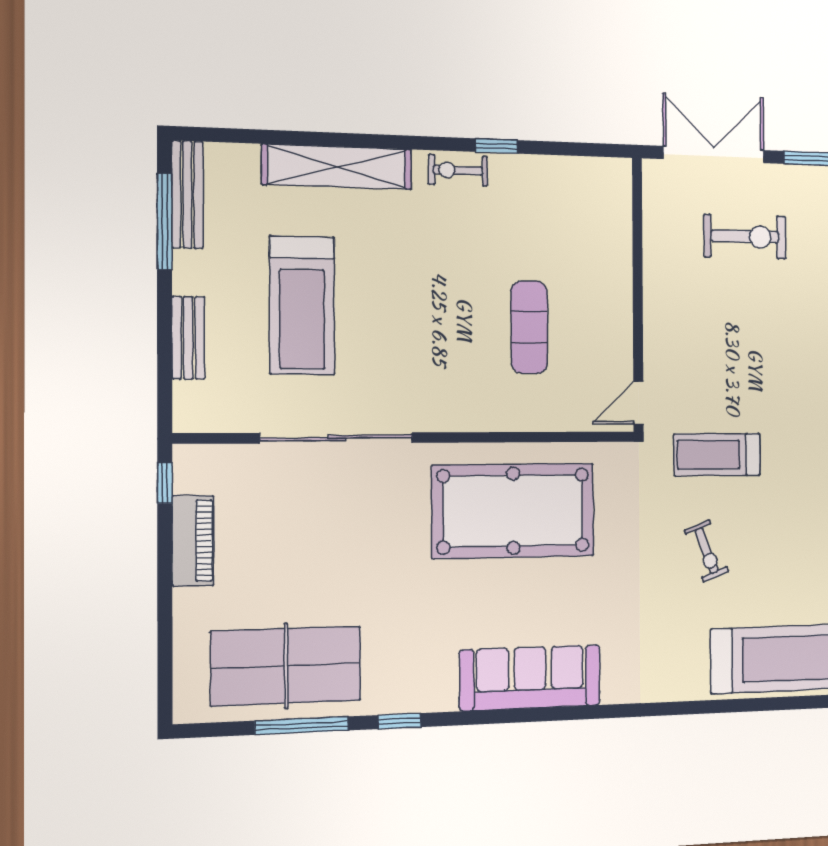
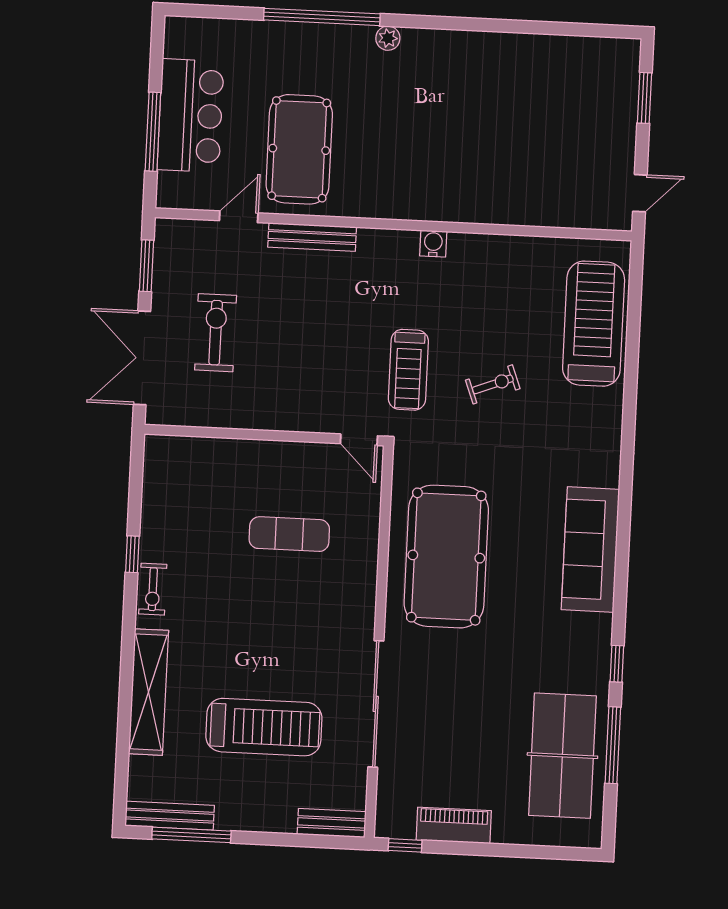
bench: (188, 338) -> (332, 823), moved

